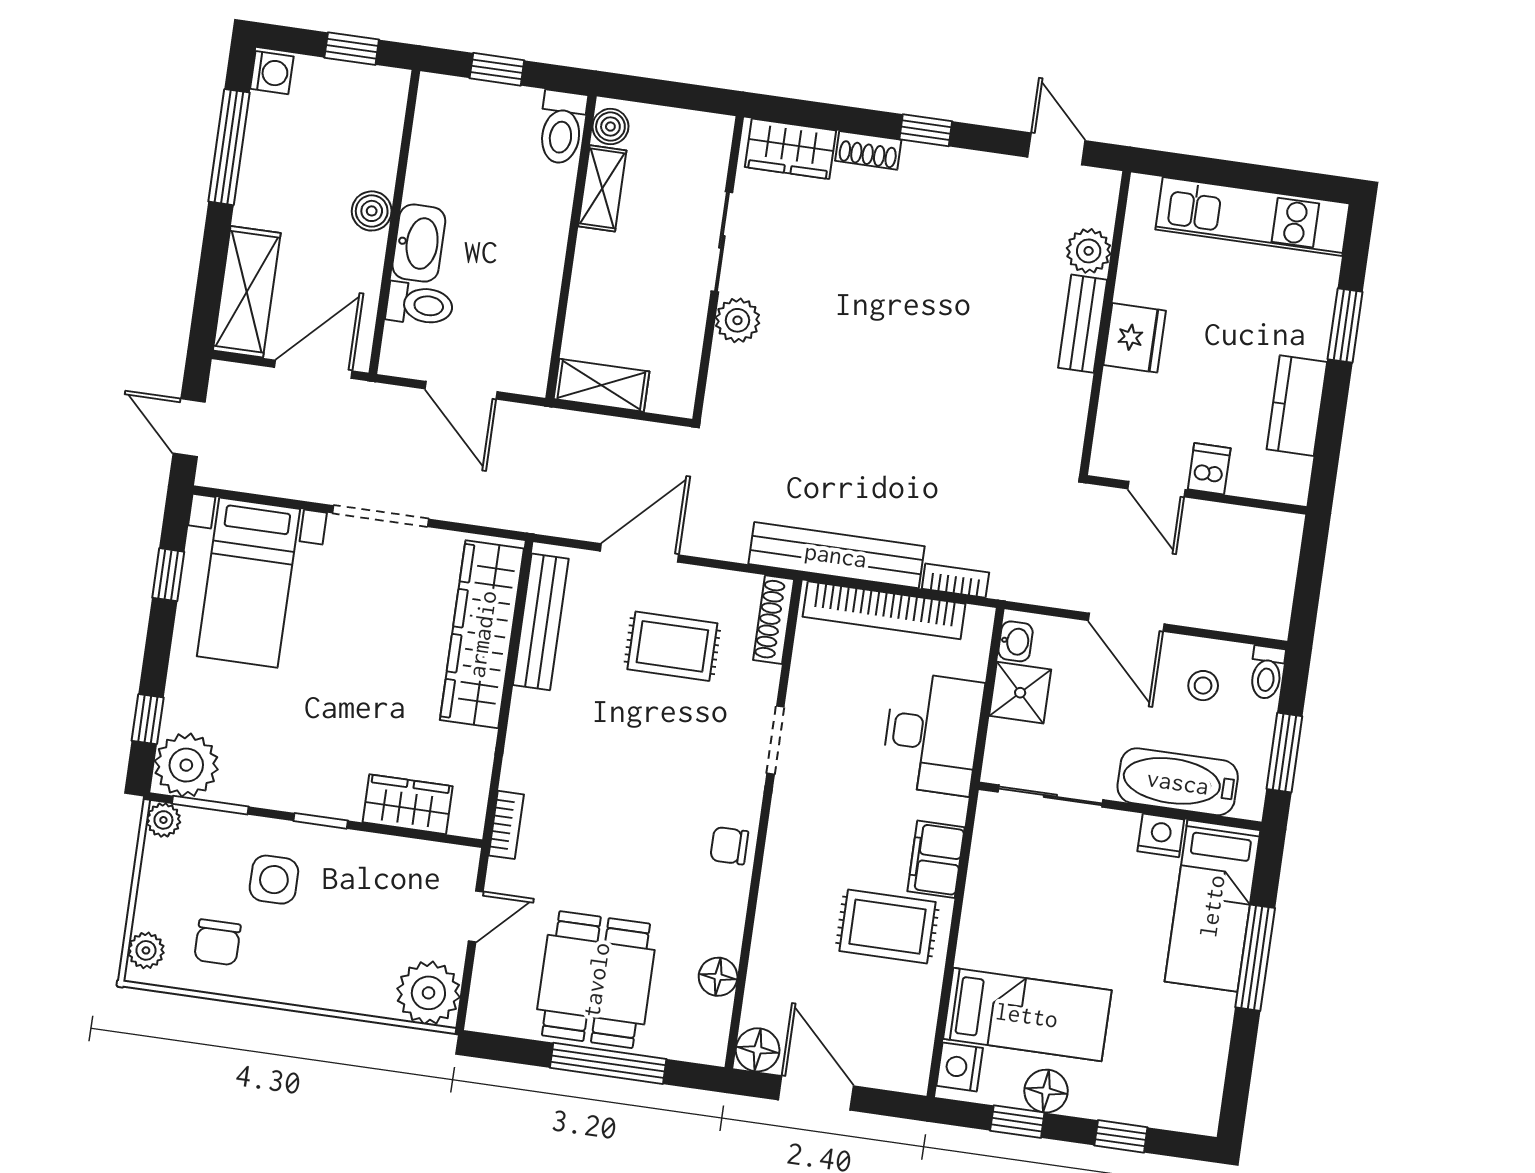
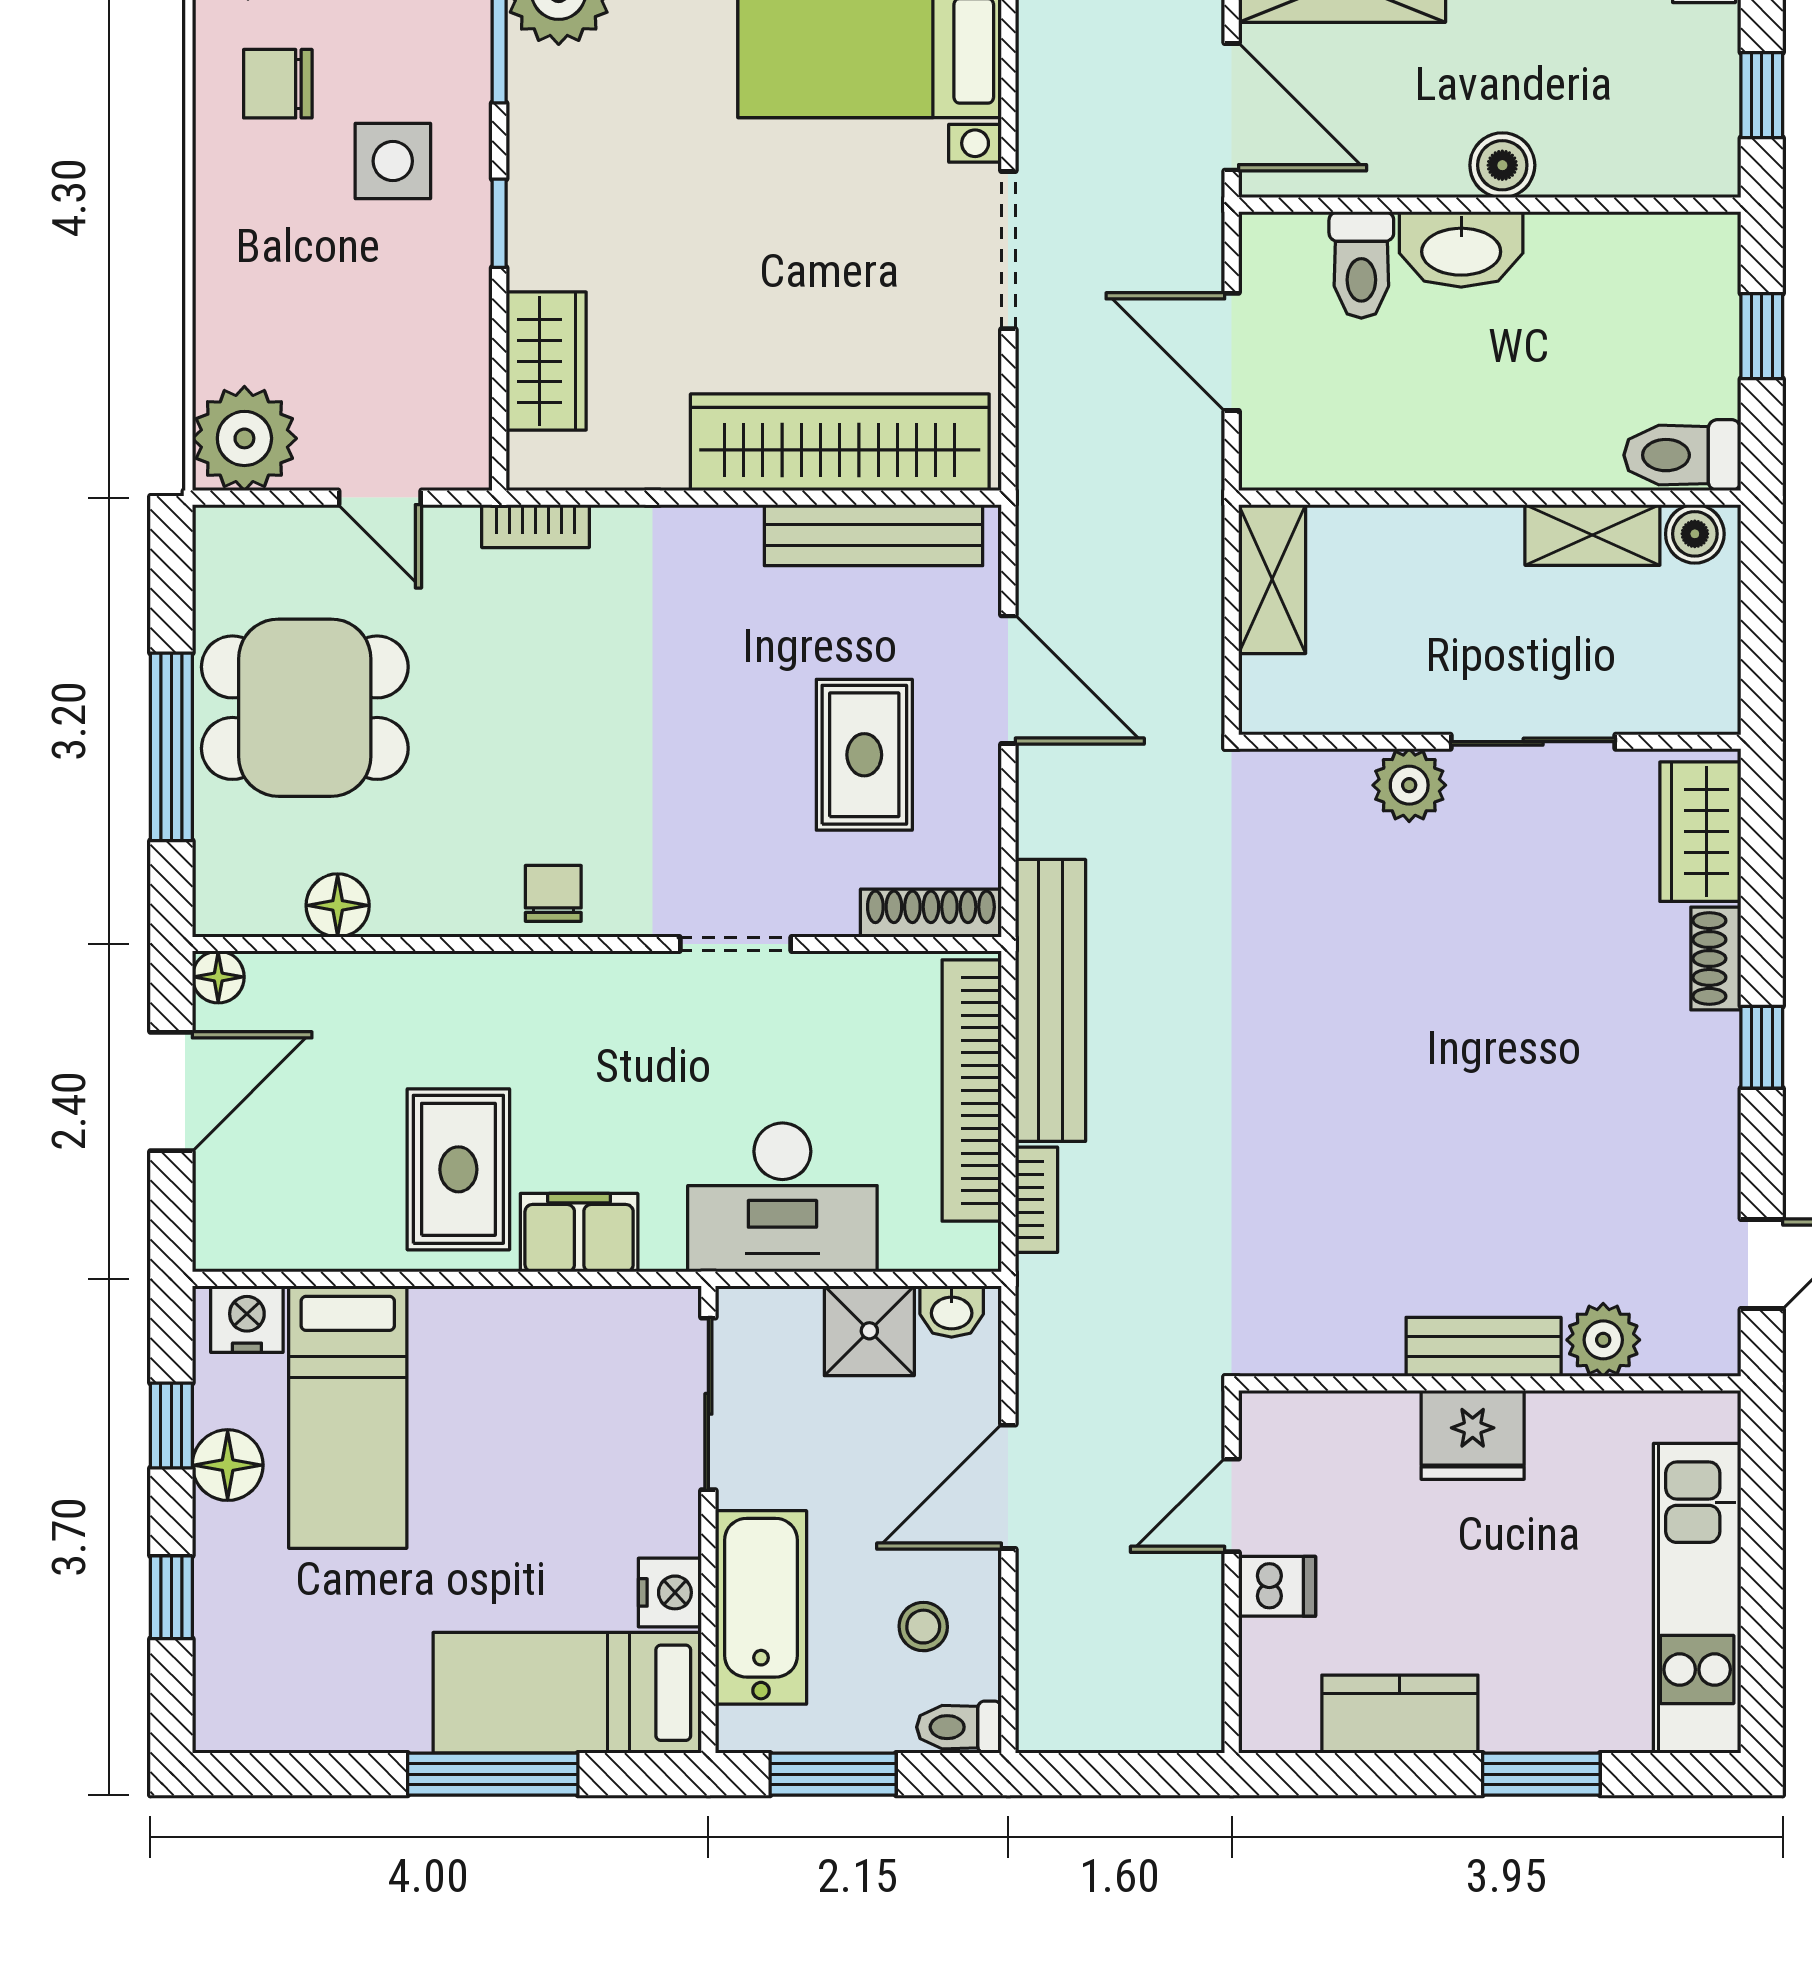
door: (461, 390) -> (1232, 352), hinge flipped
floor lamp: (758, 1050) -> (218, 977), width x0.73, depth x0.73

